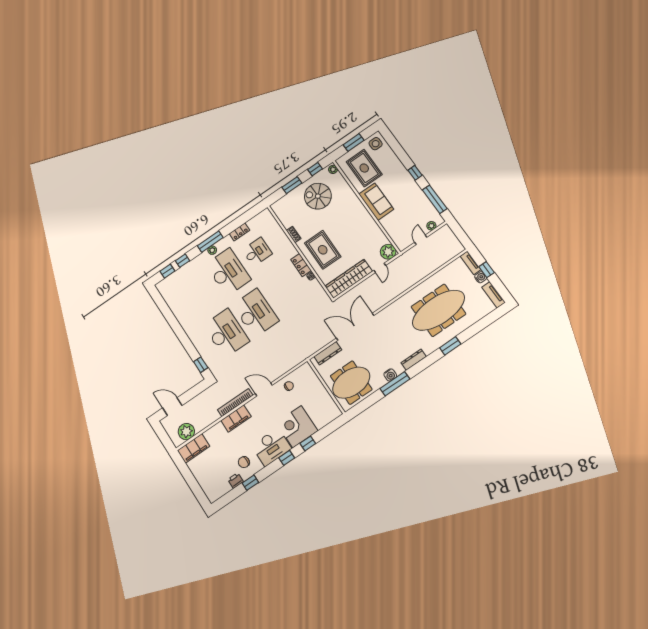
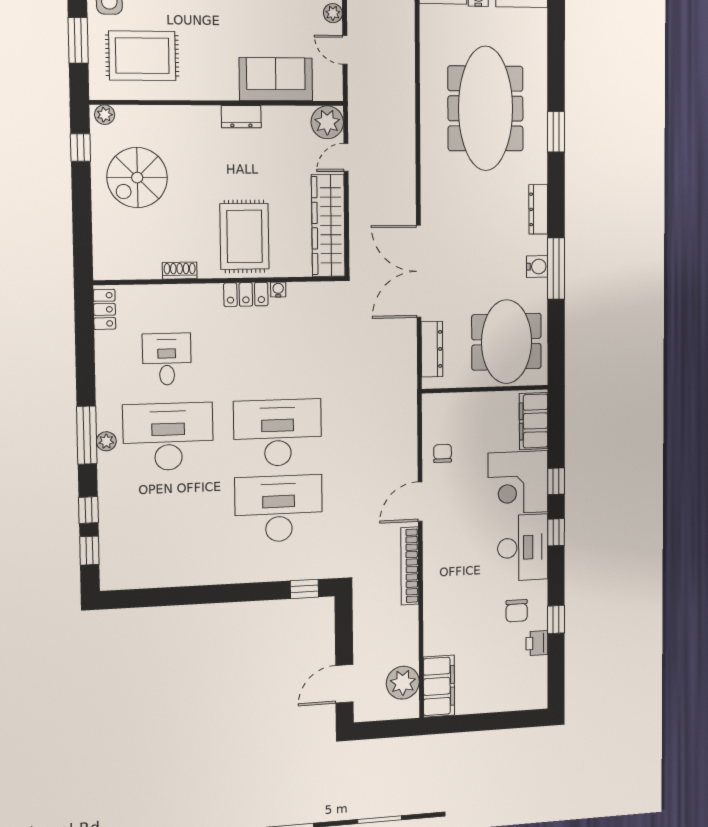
window: (292, 185) -> (82, 211), removed
sofa: (376, 202) -> (276, 79), moved
dresser: (367, 218) -> (241, 117), added
locker: (239, 232) -> (104, 309), moved
rug: (323, 250) -> (244, 236), turned 90
door: (380, 268) -> (346, 157), swing flipped
filing cabinet: (236, 419) -> (534, 421), moved, turned 180

